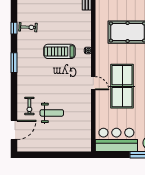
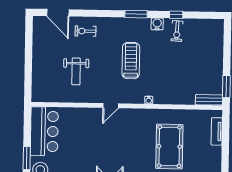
water cooler: (22, 44) -> (157, 24), added
treadmill: (59, 51) -> (131, 61), moved
table tennis table: (122, 86) -> (107, 139), removed
weight bench: (52, 113) -> (76, 71), moved

